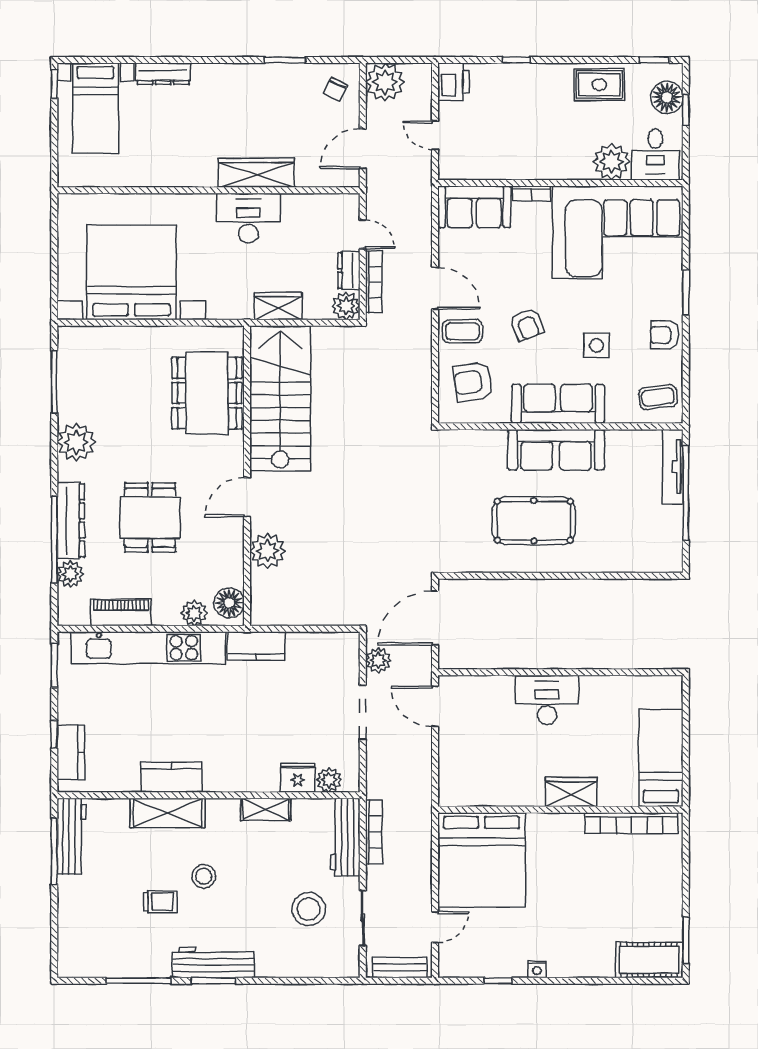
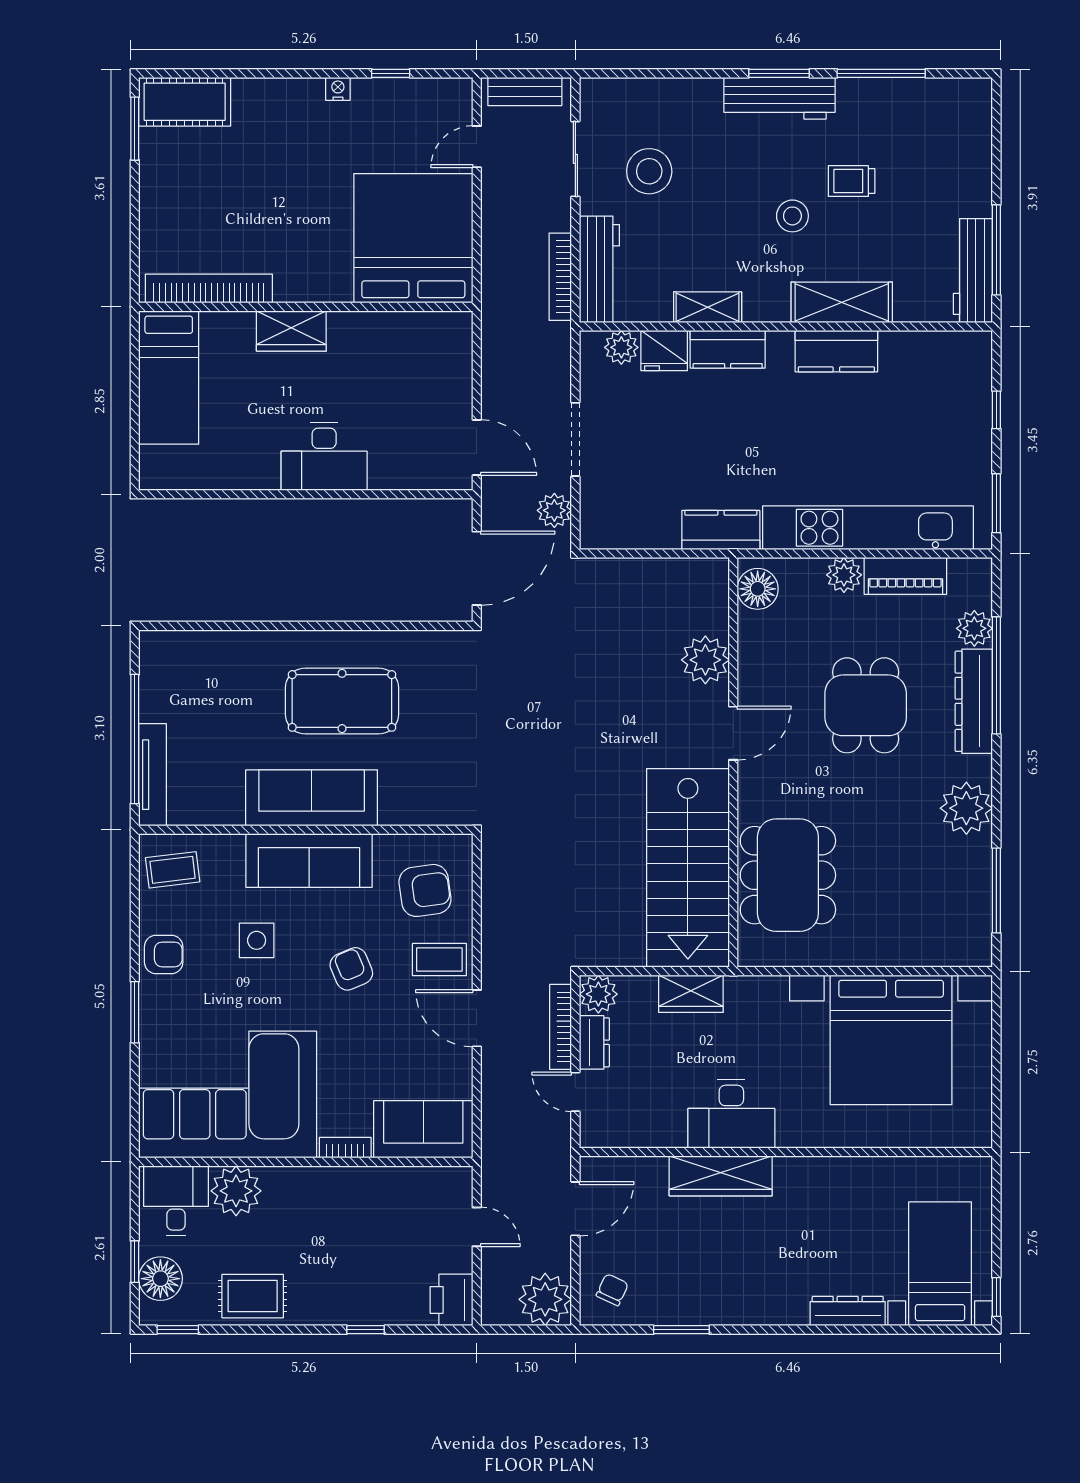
plant: (194, 613) -> (844, 575), moved
kitchen counter: (71, 752) -> (728, 349), moved, turned -90

